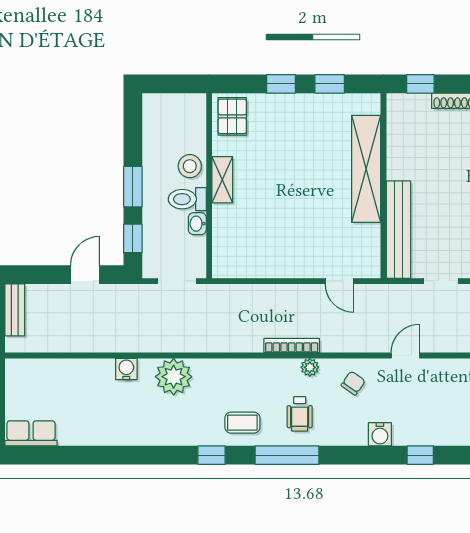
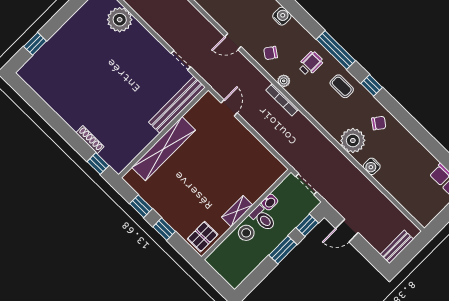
chair: (164, 422) -> (379, 123), added

